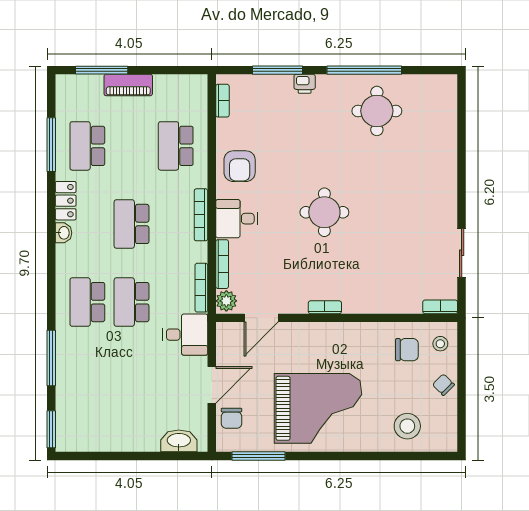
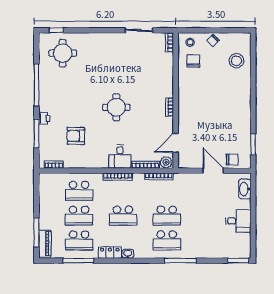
piano: (128, 85) -> (45, 244), moved
window: (462, 105) -> (56, 30), added
round table: (377, 111) -> (63, 53), moved
school desk: (131, 146) -> (79, 216), added
armchair: (240, 166) -> (76, 136), moved, turned 180
door: (261, 318) -> (176, 143), swing flipped
desk: (185, 335) -> (238, 221), moved, turned 90
window: (51, 358) -> (180, 261), moved
grand piano: (318, 408) -> (226, 111), removed
window: (259, 456) -> (253, 144), width x0.69

